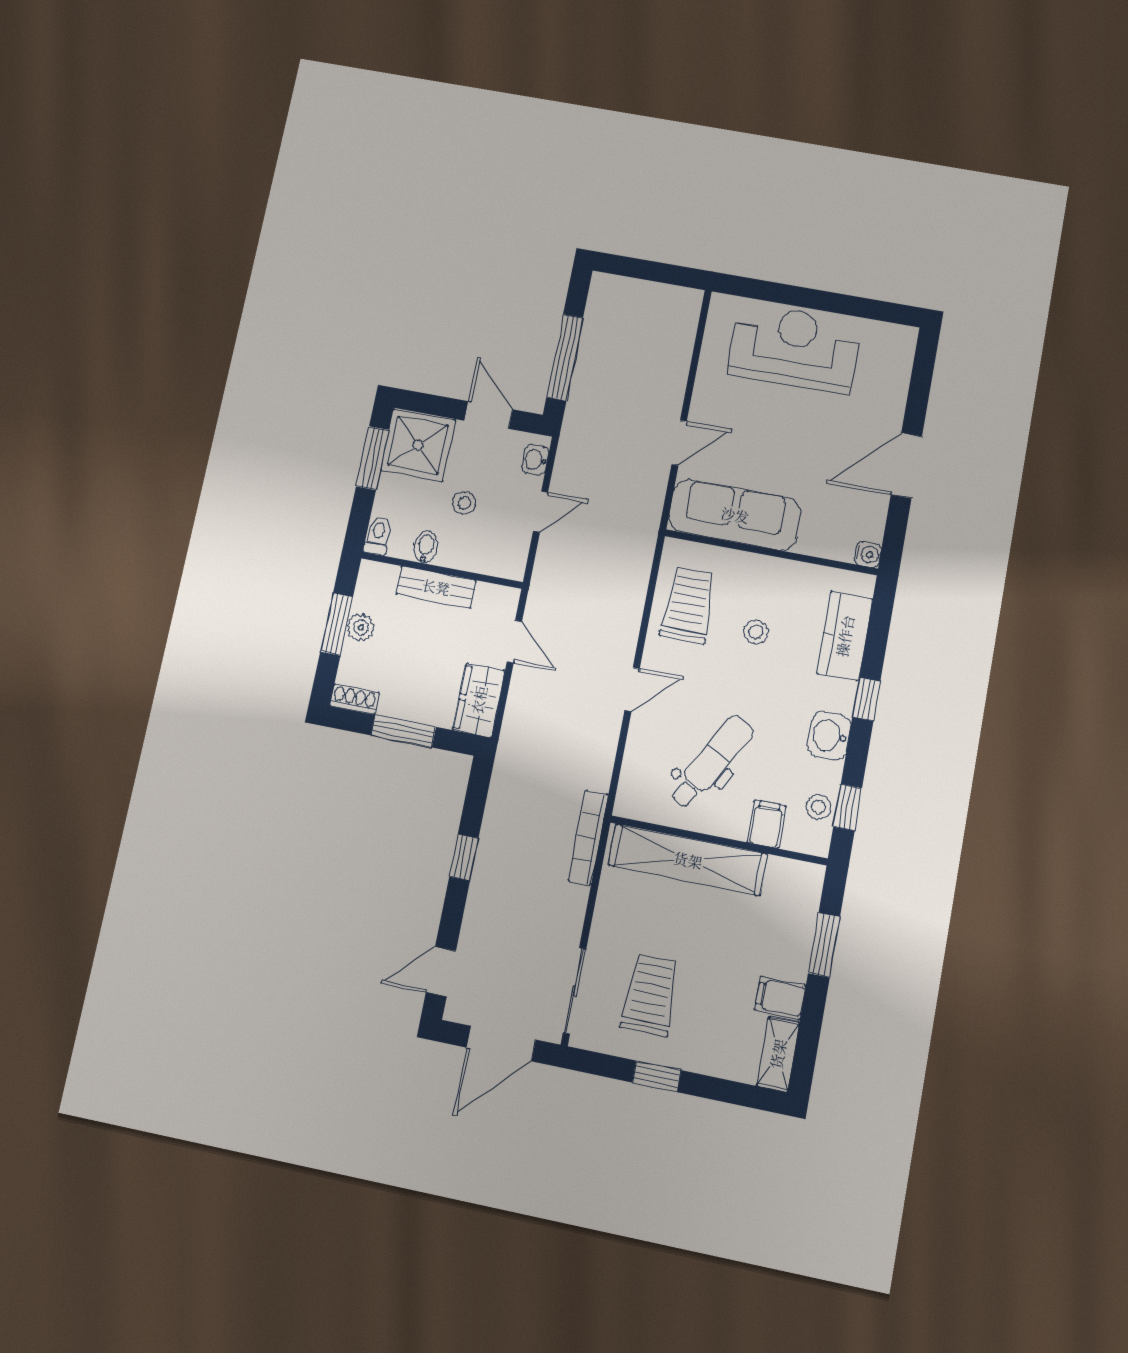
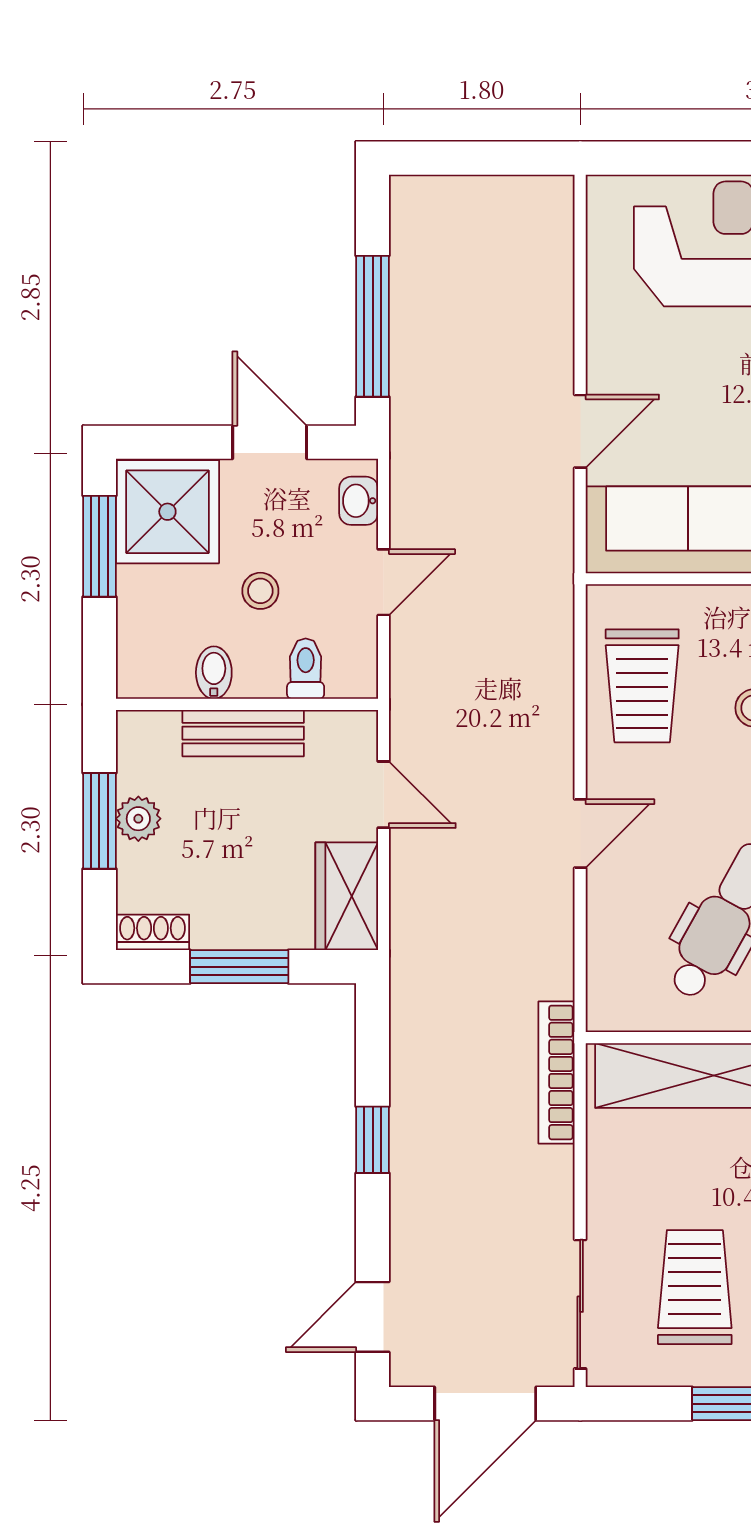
toilet: (378, 536) -> (306, 669), moved
trolley: (688, 605) -> (642, 686), turned 180

